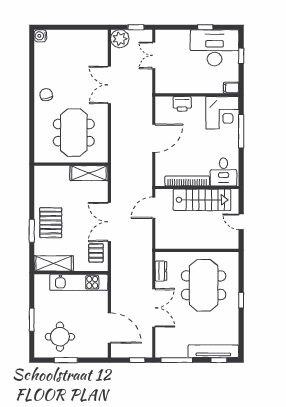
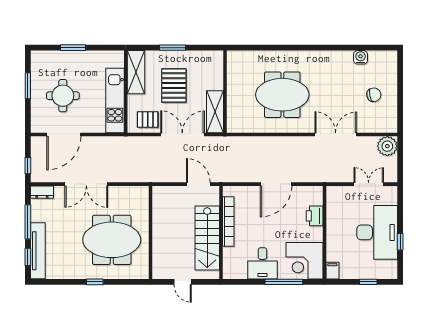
window: (136, 27) -> (400, 164), removed
water cooler: (40, 36) -> (361, 57), moved
desk: (215, 48) -> (377, 232), moved
chair: (46, 95) -> (374, 95), moved
door: (154, 138) -> (276, 184), hinge flipped
wall: (71, 164) -> (225, 92), moved
desk: (223, 172) -> (262, 263), moved, turned -90
shelving: (89, 173) -> (215, 112), moved
door: (241, 222) -> (183, 282), swing flipped
pallet: (51, 223) -> (174, 86), moved, turned 90
dresser: (161, 271) -> (42, 192), moved
round table: (60, 337) -> (63, 96), moved
window: (177, 360) -> (28, 222), moved

